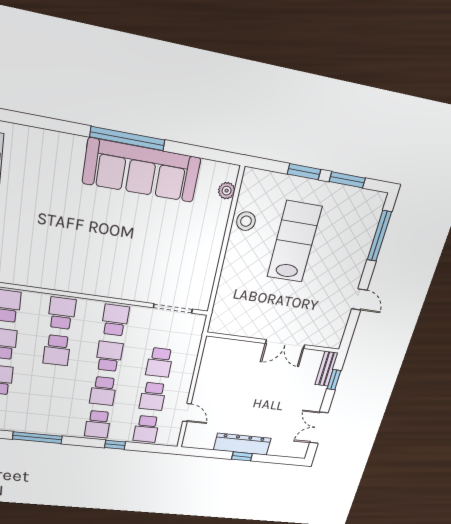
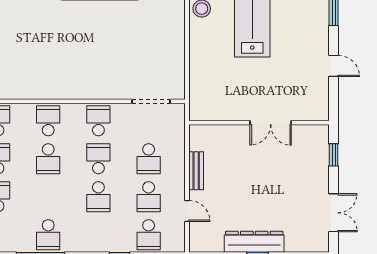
bench: (326, 369) -> (196, 171), moved
school desk: (98, 424) -> (48, 235), moved
double door: (319, 428) -> (334, 213), swing flipped

